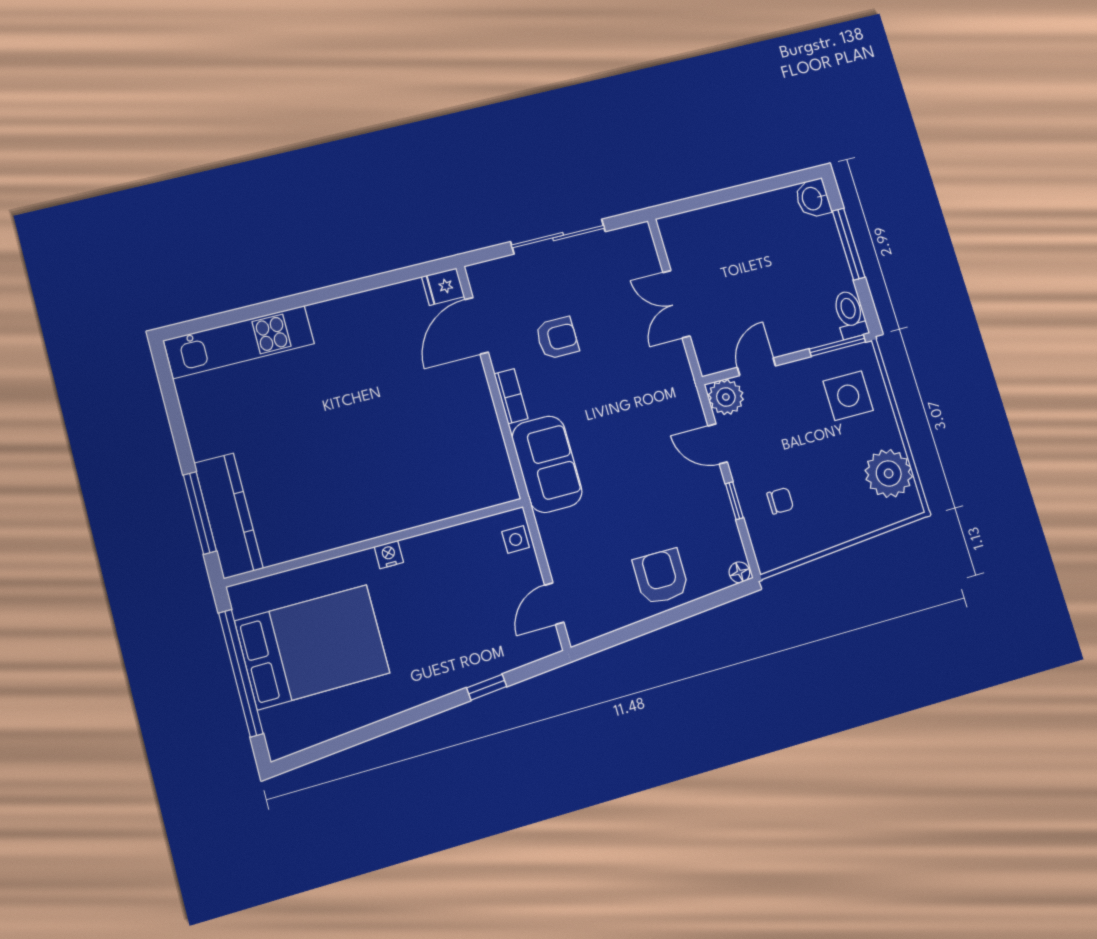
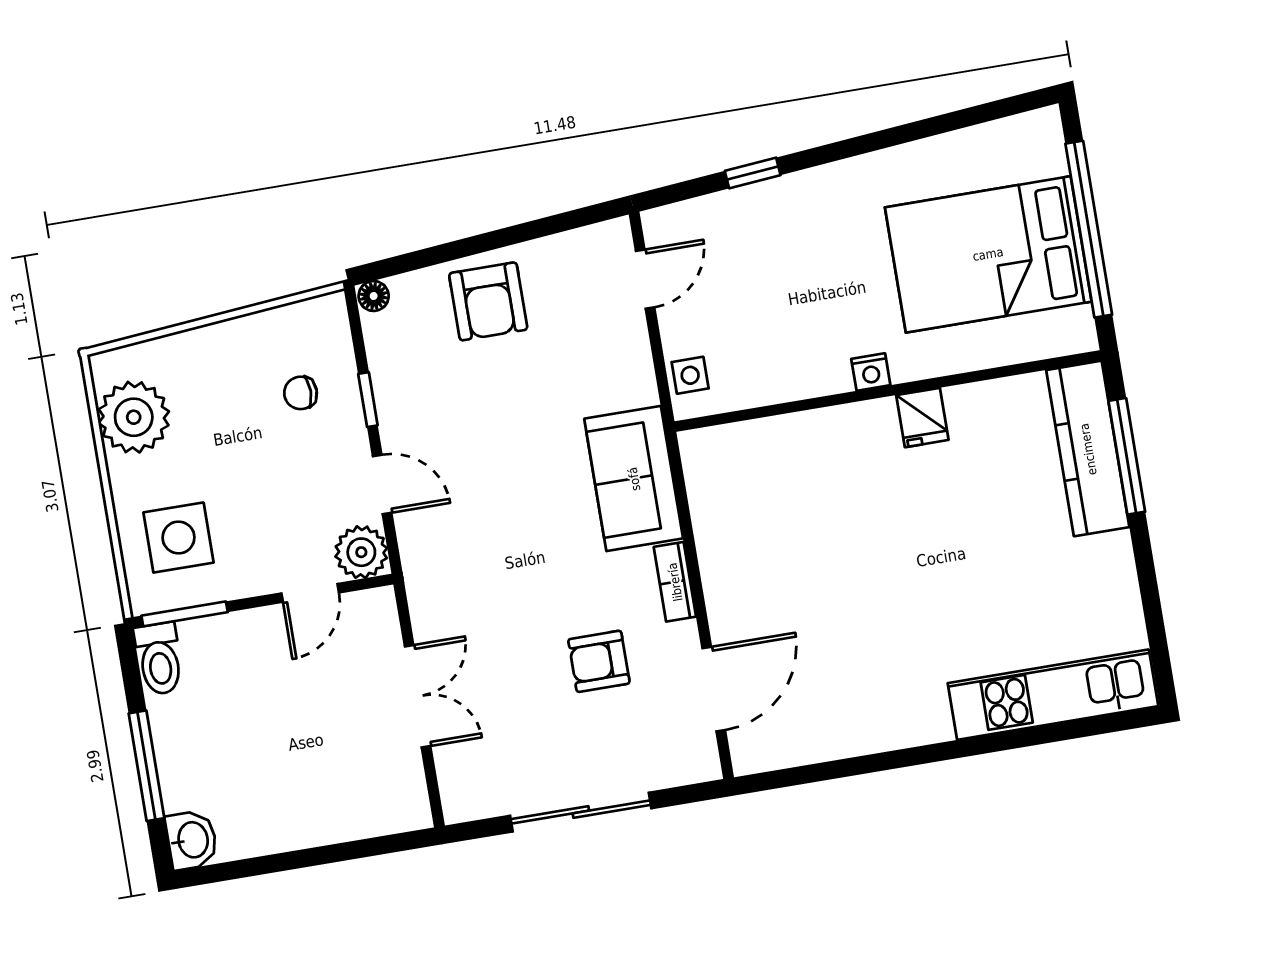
fridge: (443, 287) -> (922, 418), moved, turned 90

